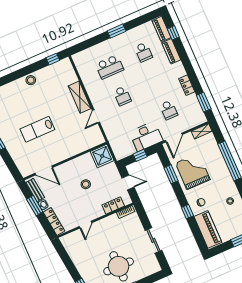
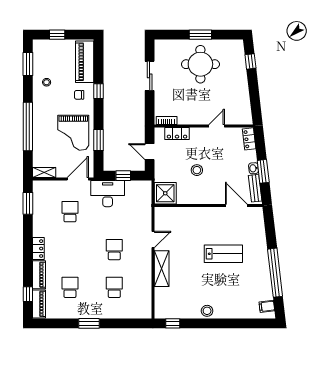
school desk: (110, 67) -> (114, 287), width x0.54
locker: (187, 85) -> (38, 249), moved
locker: (54, 222) -> (249, 139), width x0.66

